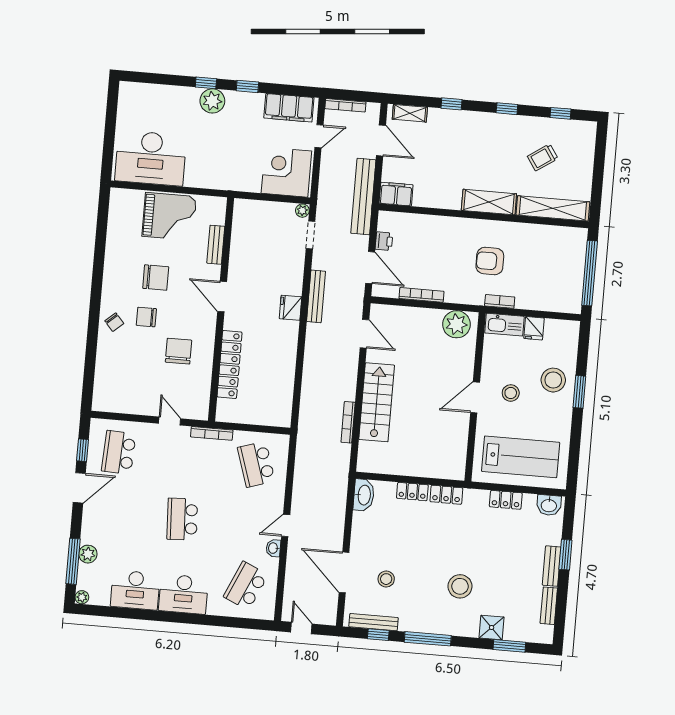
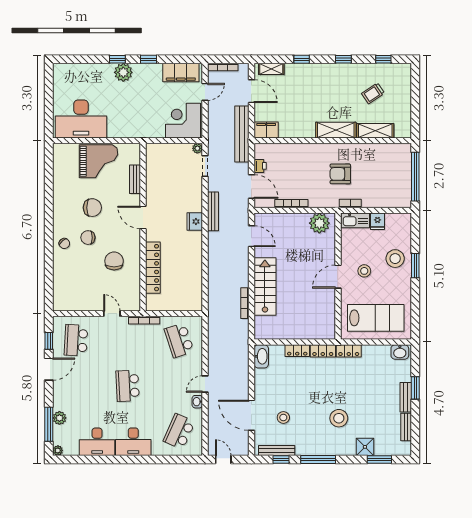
shelving: (553, 208) -> (375, 131), width x0.68
locker: (506, 500) -> (349, 351), moved

